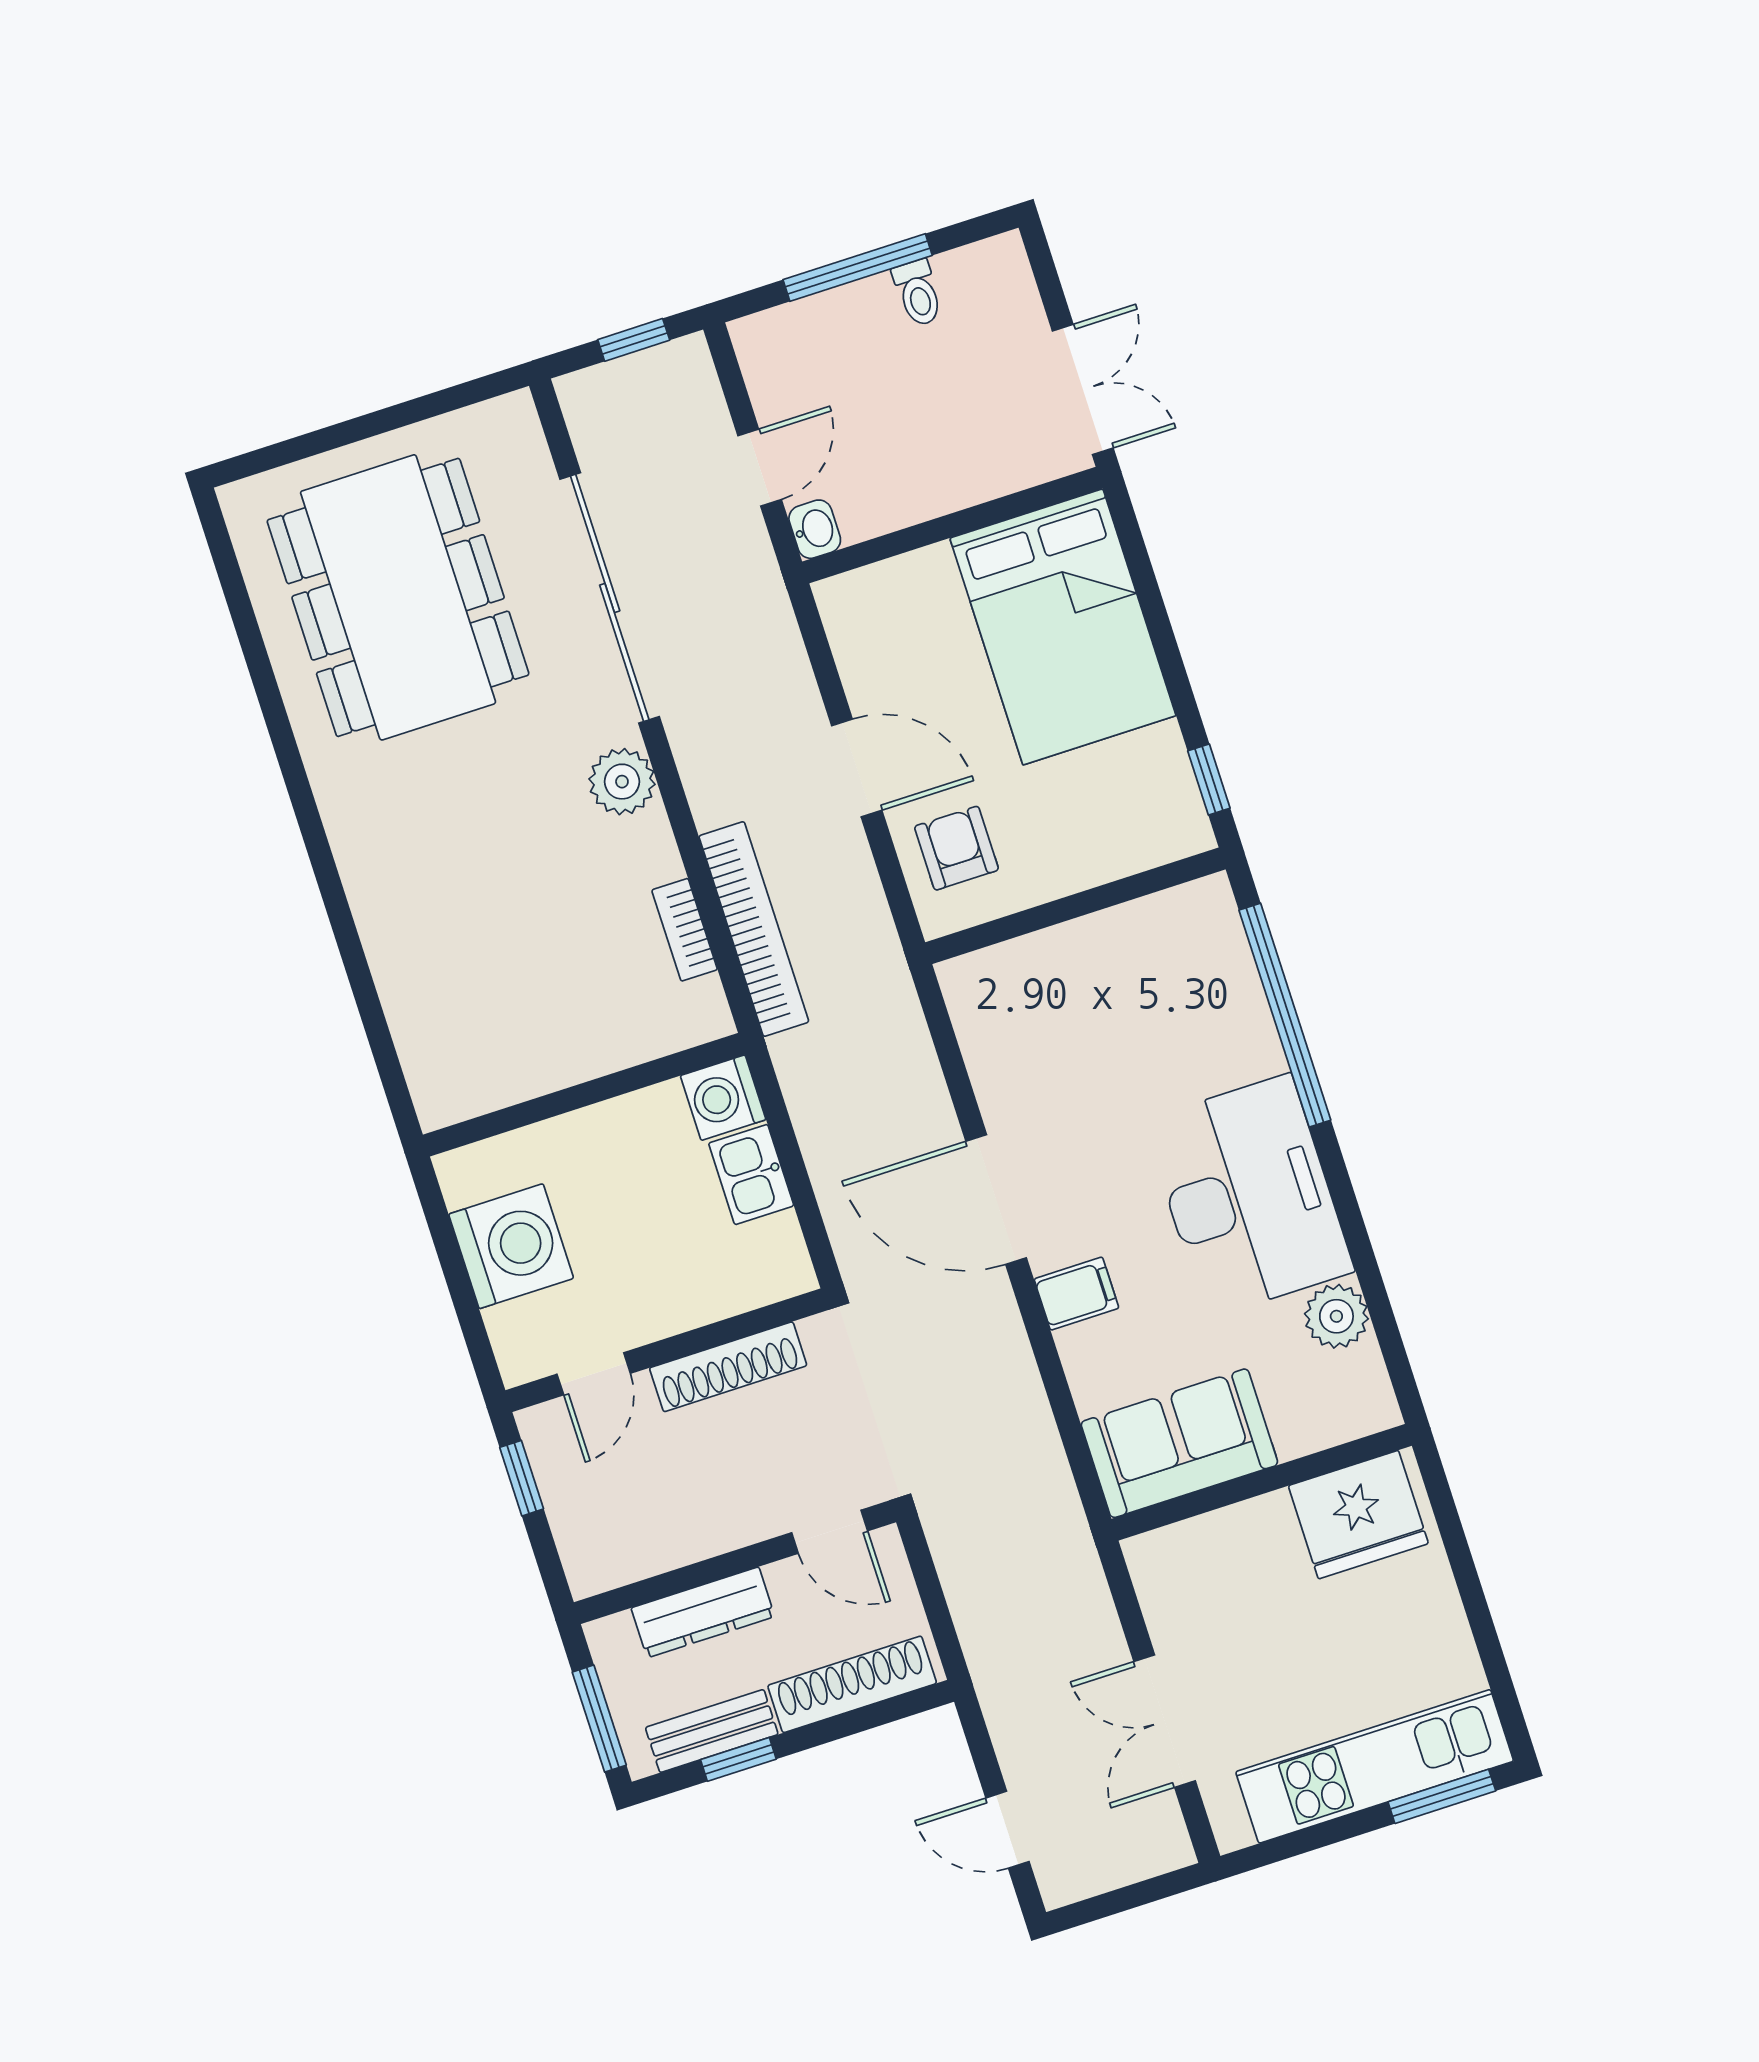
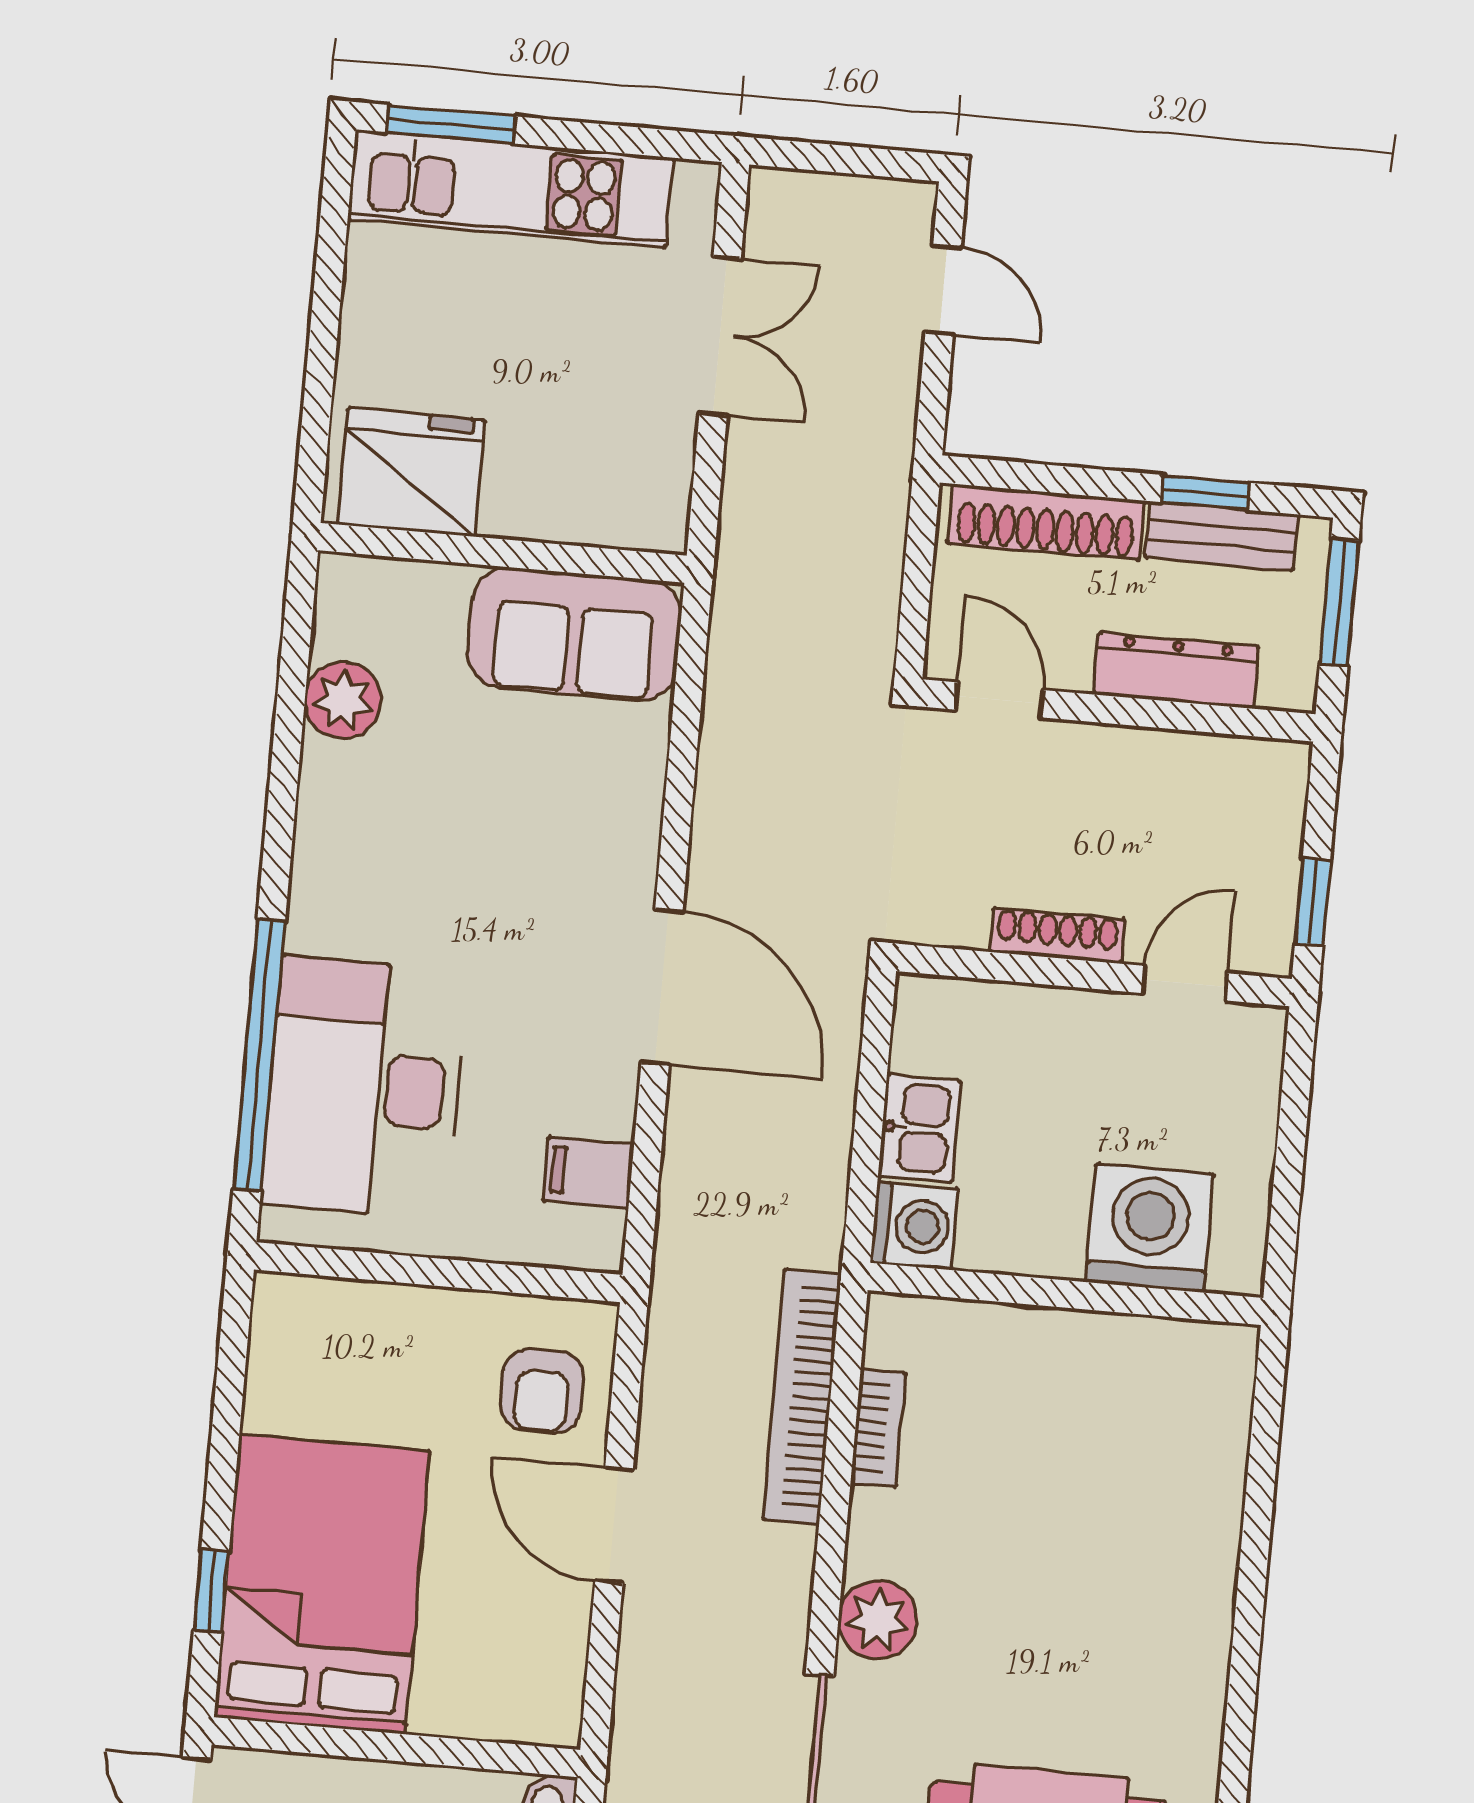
window: (1209, 780) -> (211, 1591), moved
desk: (1249, 1196) -> (364, 1088), moved
washing machine: (511, 1246) -> (1150, 1228), moved, turned 90
filing cabinet: (1076, 1294) -> (589, 1172), moved
shoe rack: (728, 1367) -> (1057, 936), width x0.74, depth x0.81

